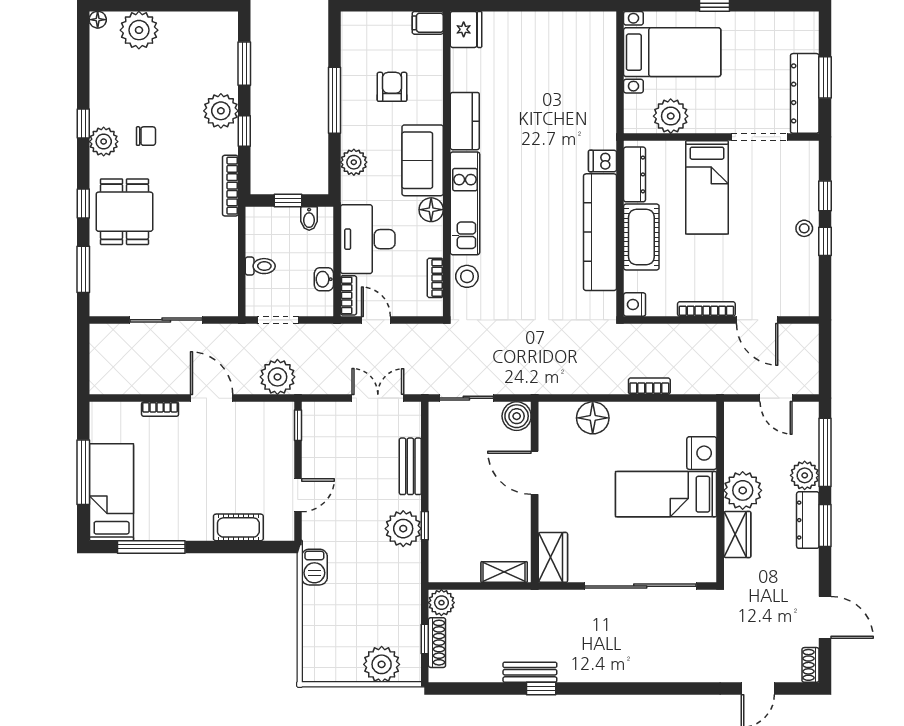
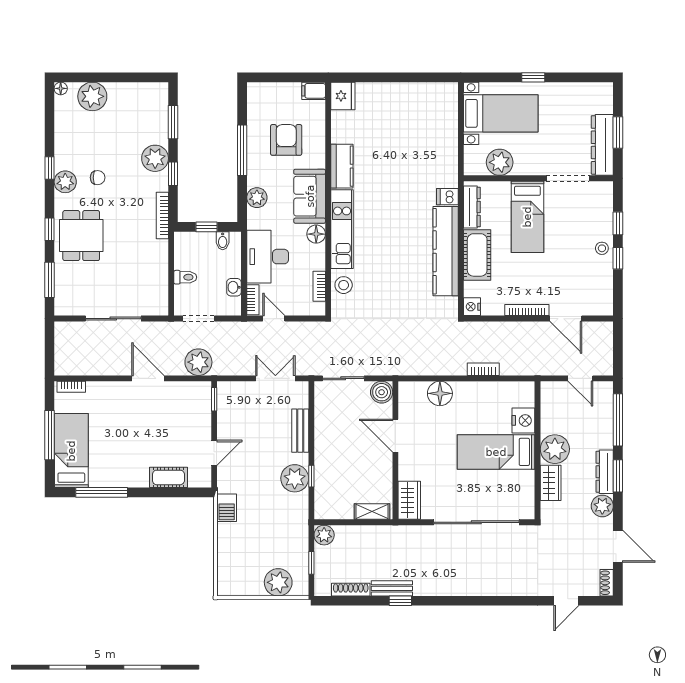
armchair: (392, 87) -> (286, 140), width x1.38, depth x1.38
bookcase: (160, 409) -> (71, 387), moved
plant: (805, 475) -> (602, 506), moved
shoe rack: (437, 643) -> (351, 590), moved, turned -90

